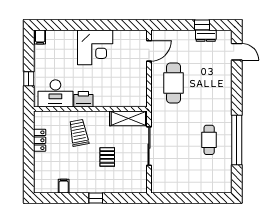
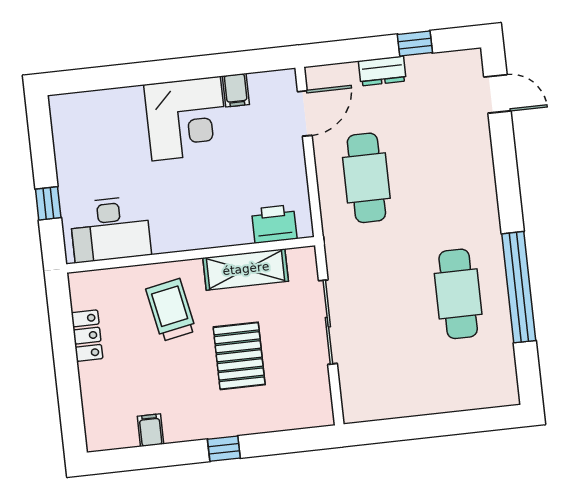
dresser: (206, 36) -> (382, 71), moved
filing cabinet: (40, 37) -> (236, 90), moved
printer: (83, 99) -> (274, 224), moved
shelving: (128, 118) -> (246, 269), moved
cafe table: (209, 140) -> (458, 294), width x1.37, depth x1.35
pallet: (107, 157) -> (239, 356), width x1.50, depth x1.42

